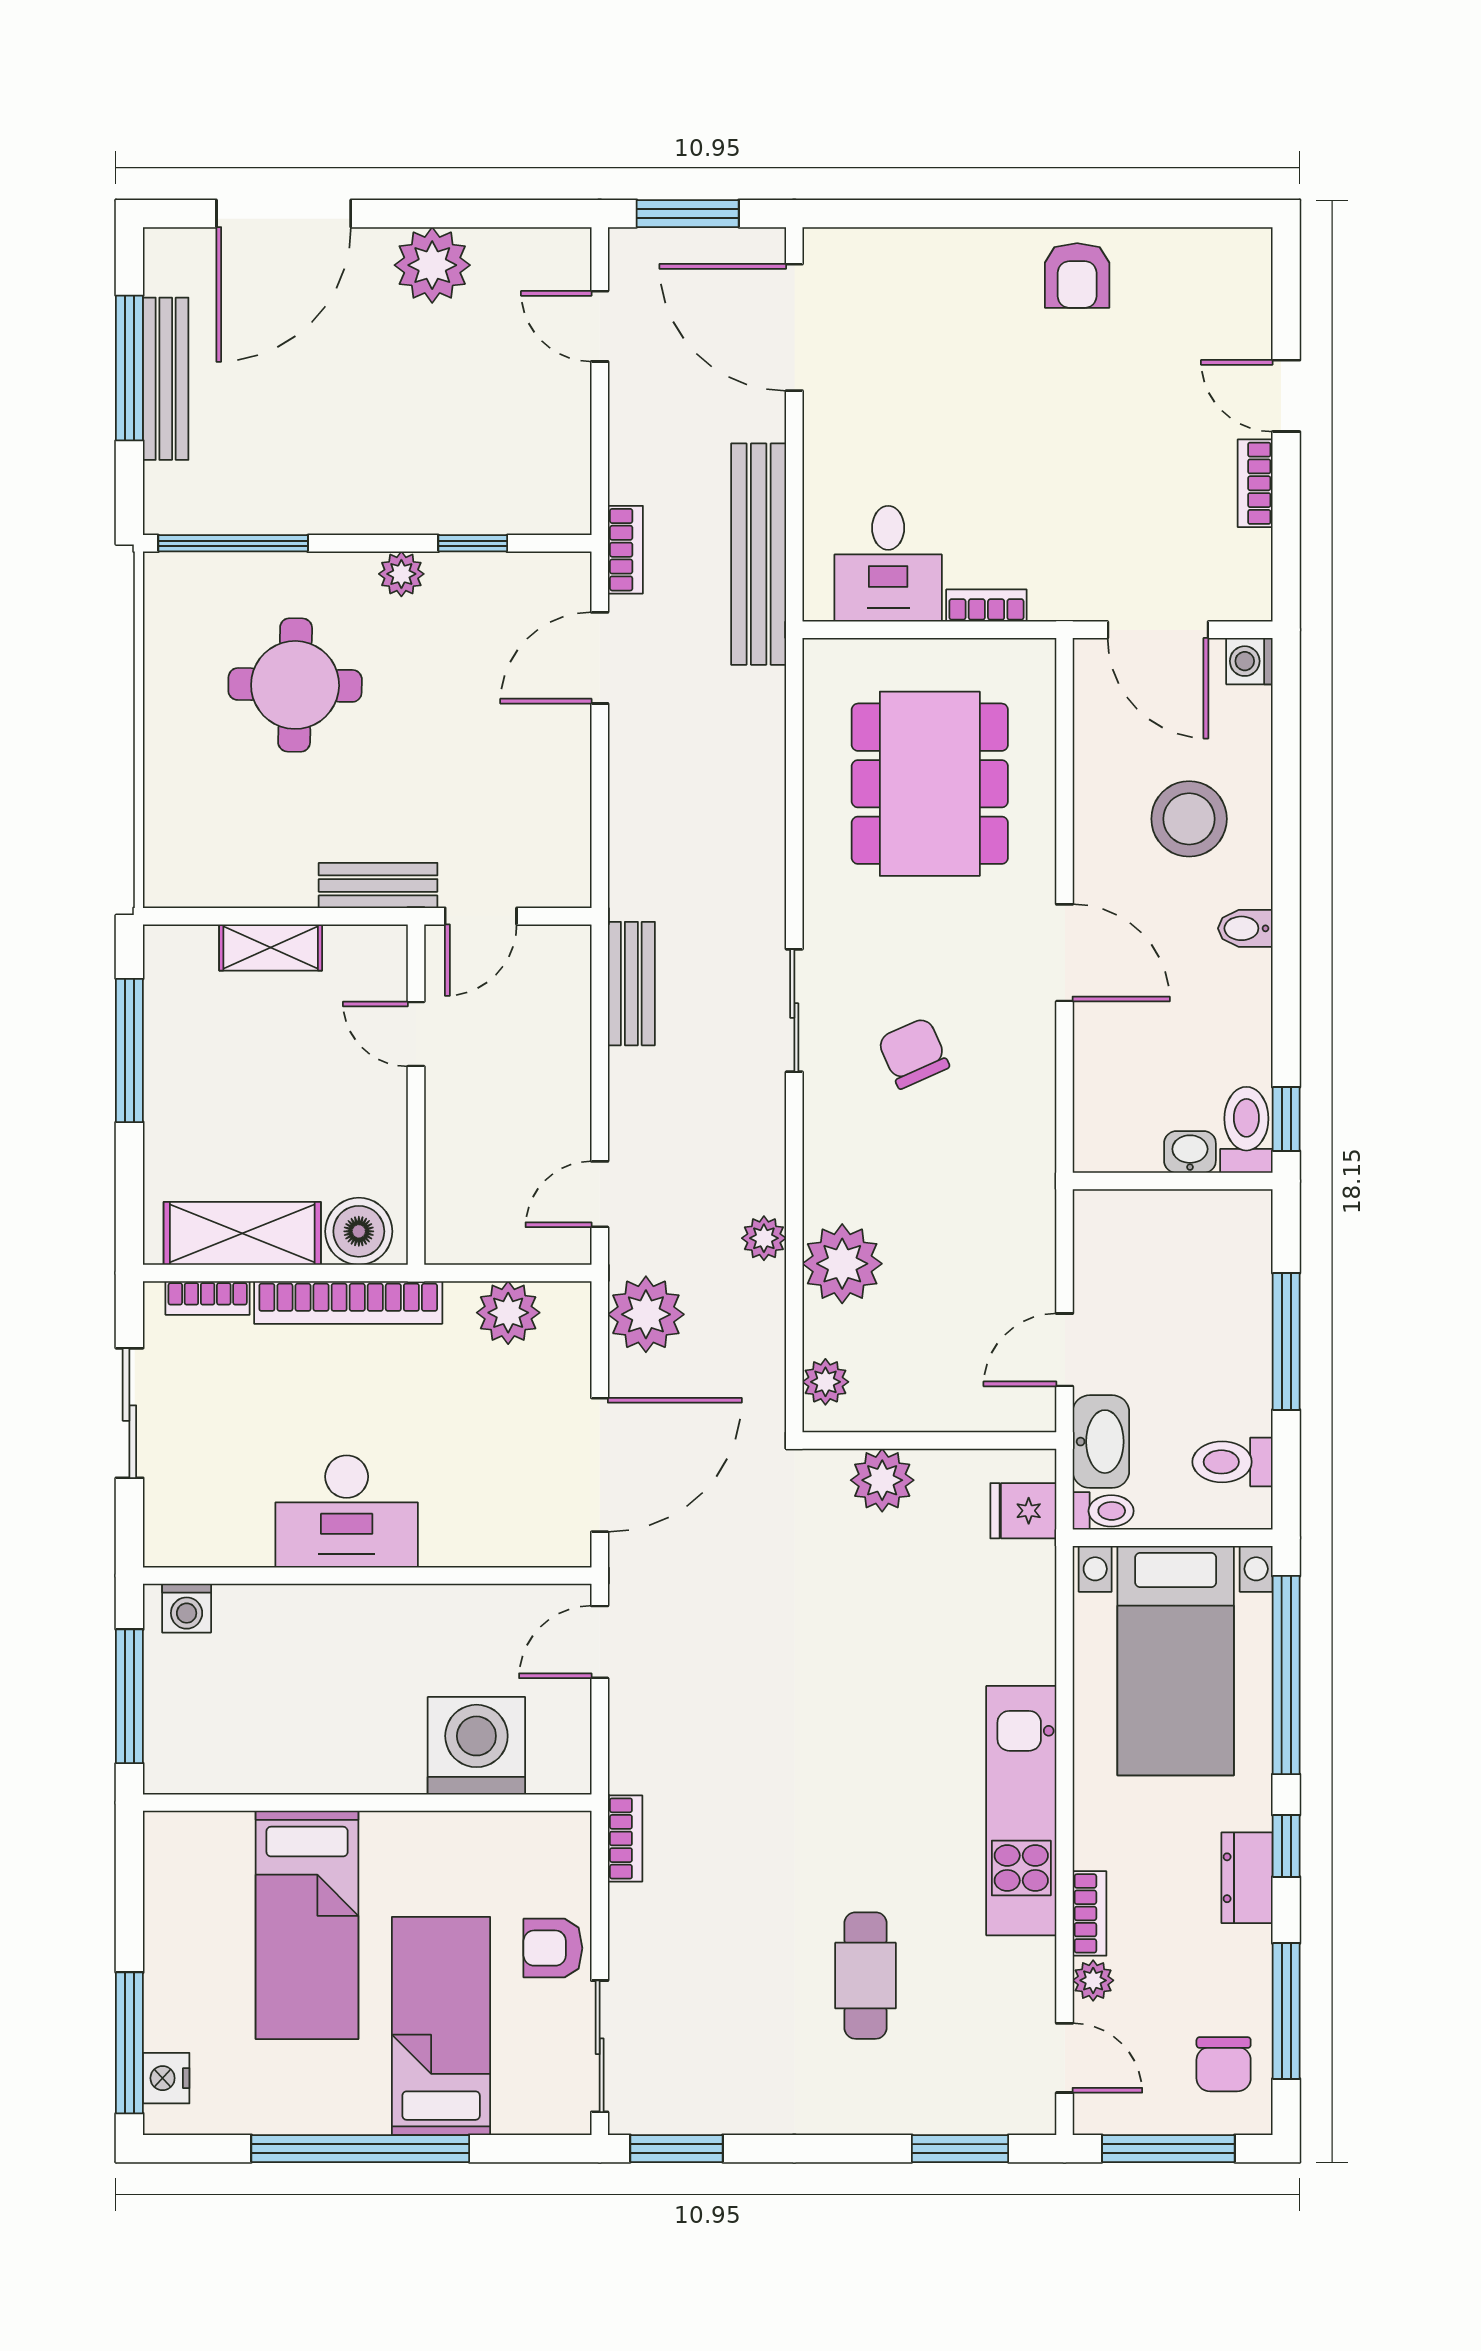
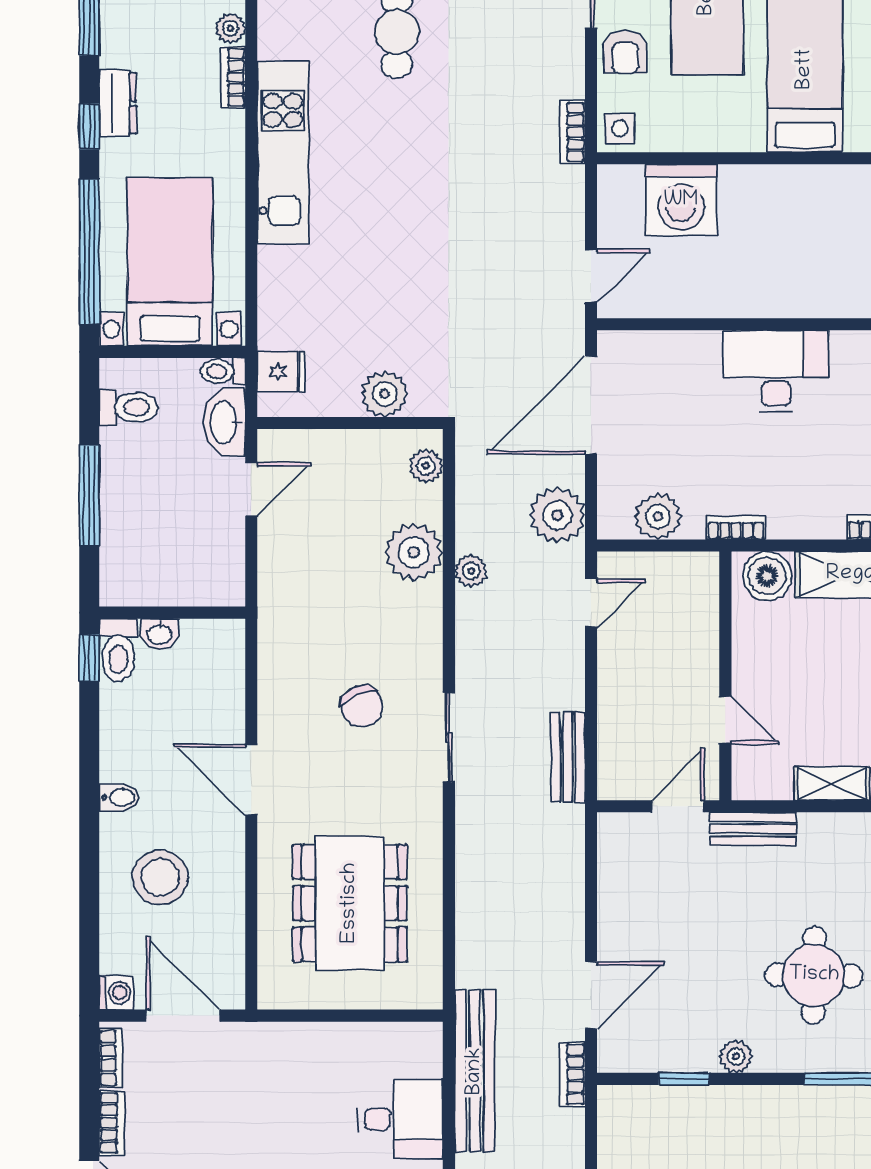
desk: (888, 564) -> (401, 1119), moved, turned 90
bookcase: (986, 606) -> (111, 1058), moved, turned -90
bookcase: (348, 1302) -> (736, 528), width x0.43, depth x0.76
side table: (560, 1843) -> (620, 129), added
armchair: (553, 1948) -> (625, 52), turned 90

